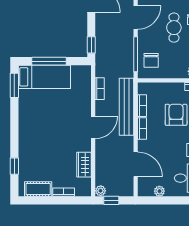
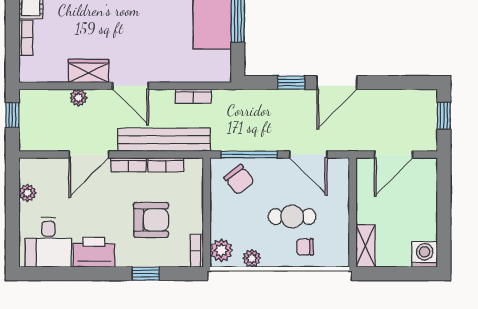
window: (91, 45) -> (291, 83), moved
chair: (151, 60) -> (239, 180), turned -128
door: (136, 164) -> (89, 155), moved
wardrobe: (84, 165) -> (89, 71), moved
plant: (101, 191) -> (78, 98), moved

